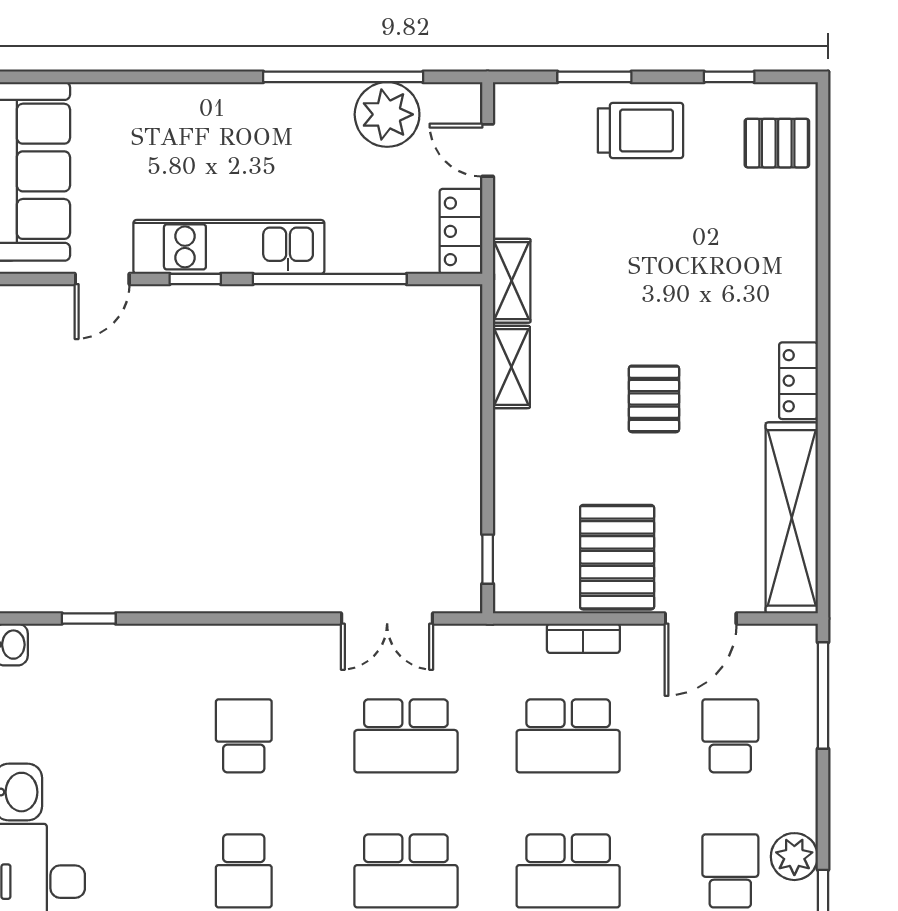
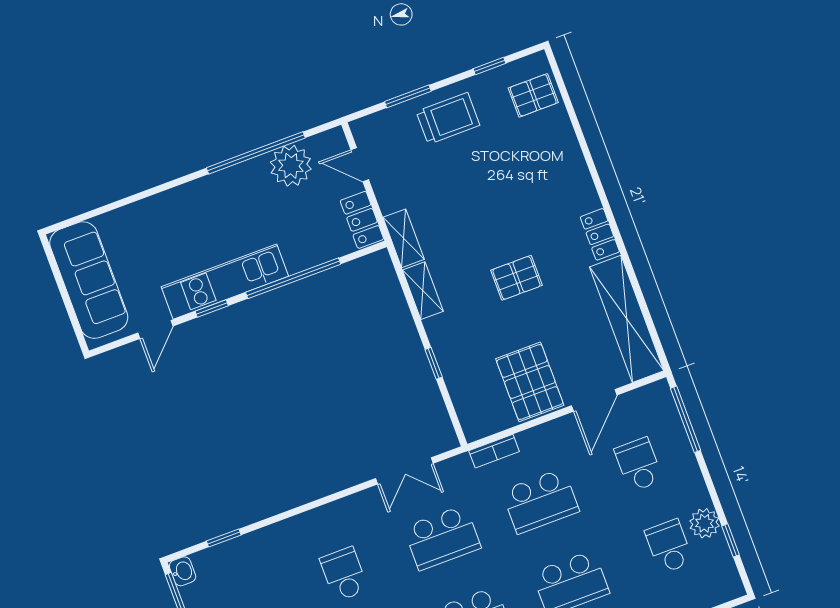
pallet: (654, 399) -> (516, 278), turned 90
window: (488, 559) -> (434, 363), moved
bookcase: (583, 638) -> (494, 451), moved

